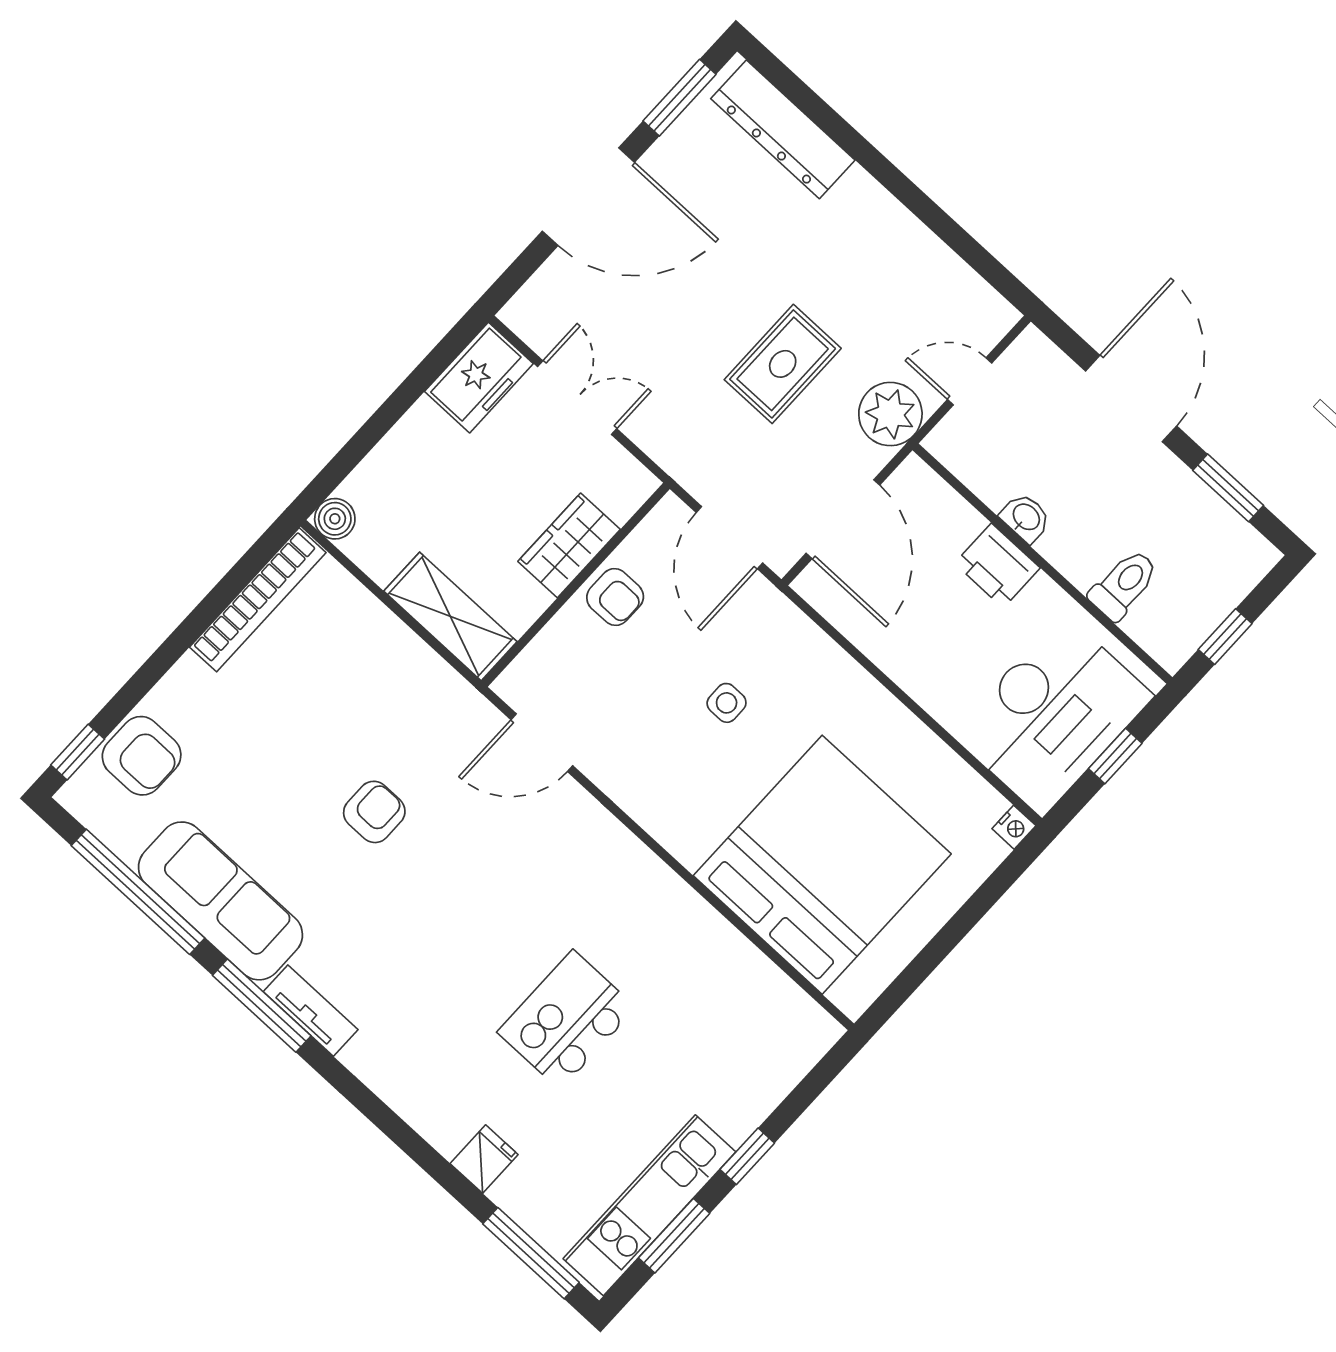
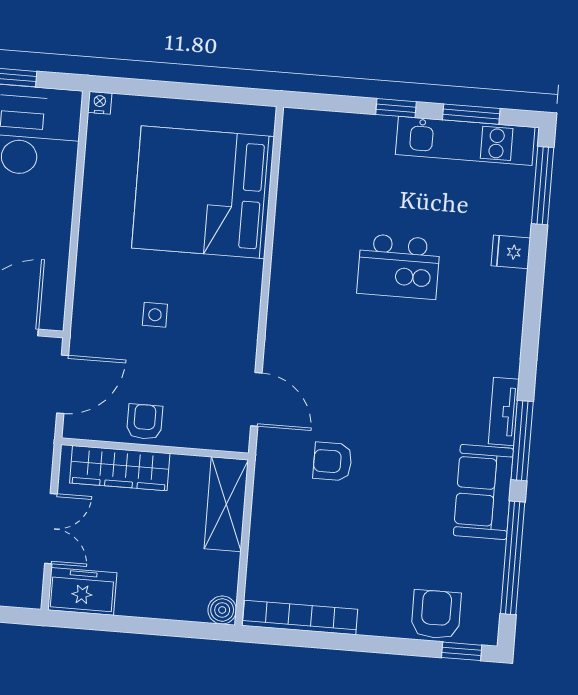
double door: (577, 398) -> (51, 529), swing flipped
wardrobe: (569, 545) -> (120, 468), width x1.50
armchair: (374, 812) -> (333, 461), moved
sofa: (220, 901) -> (483, 492), width x0.73

